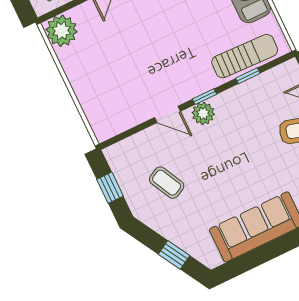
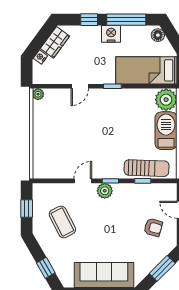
plant: (62, 31) -> (38, 94), width x0.53, depth x0.53
door: (168, 114) -> (83, 181), swing flipped
coffee table: (167, 183) -> (62, 222), width x1.36, depth x1.30

